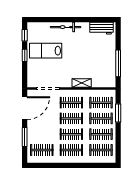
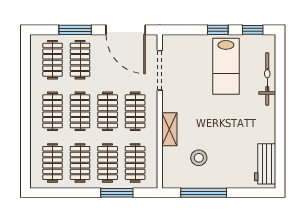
bicycle: (66, 27) -> (267, 79), moved
lab bench: (46, 51) -> (226, 66), turned 180
stool: (98, 66) -> (199, 158), added
clothes rail: (42, 134) -> (80, 60), added

